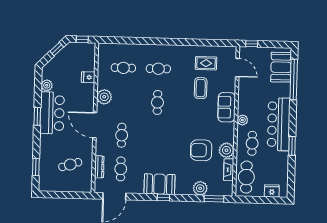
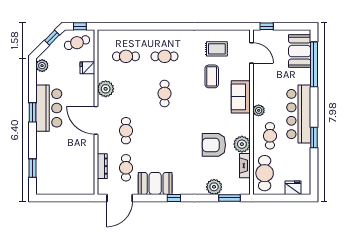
plant: (47, 85) -> (42, 66), moved
cafe table: (70, 165) -> (77, 43), moved
booth: (159, 184) -> (155, 183), moved

